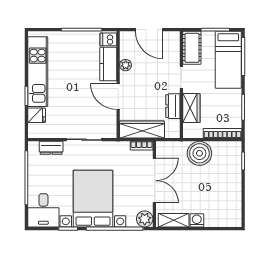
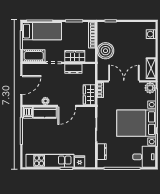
wardrobe: (142, 130) -> (89, 95), width x0.67
washing machine: (197, 220) -> (151, 34), moved

